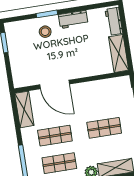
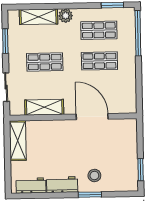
workbench: (114, 21) -> (31, 186), moved, turned -90
shelving: (24, 109) -> (44, 107), moved, turned 90

